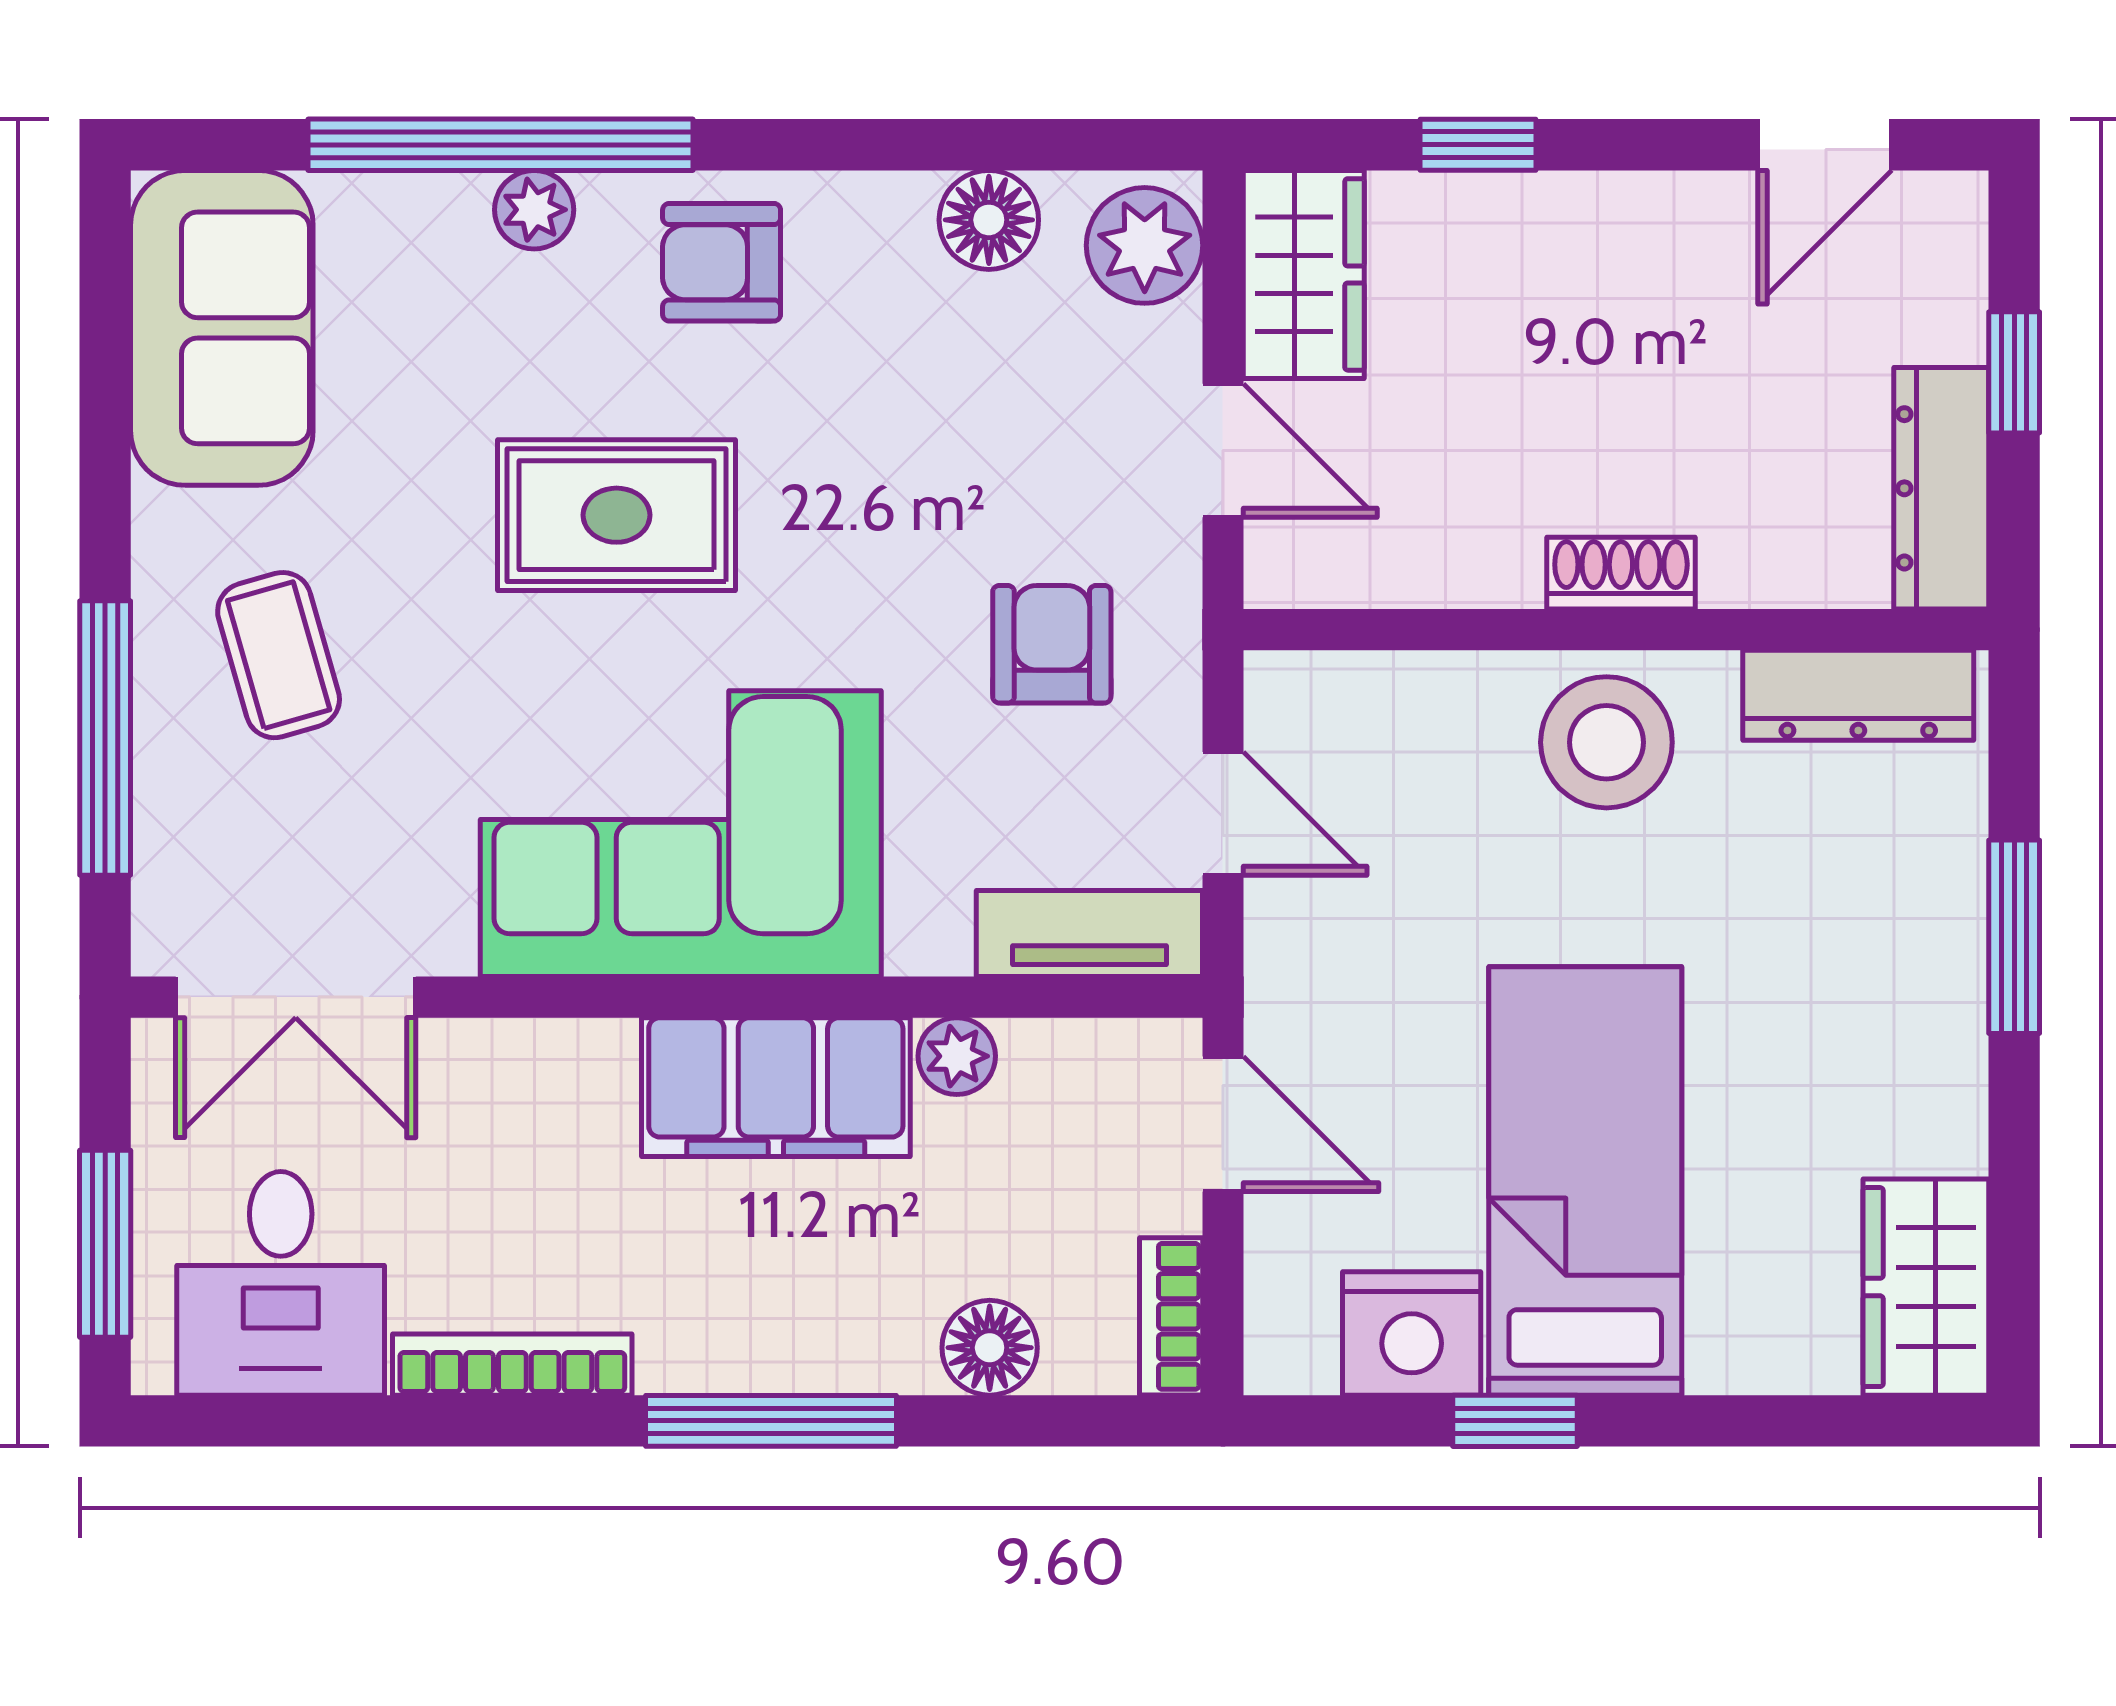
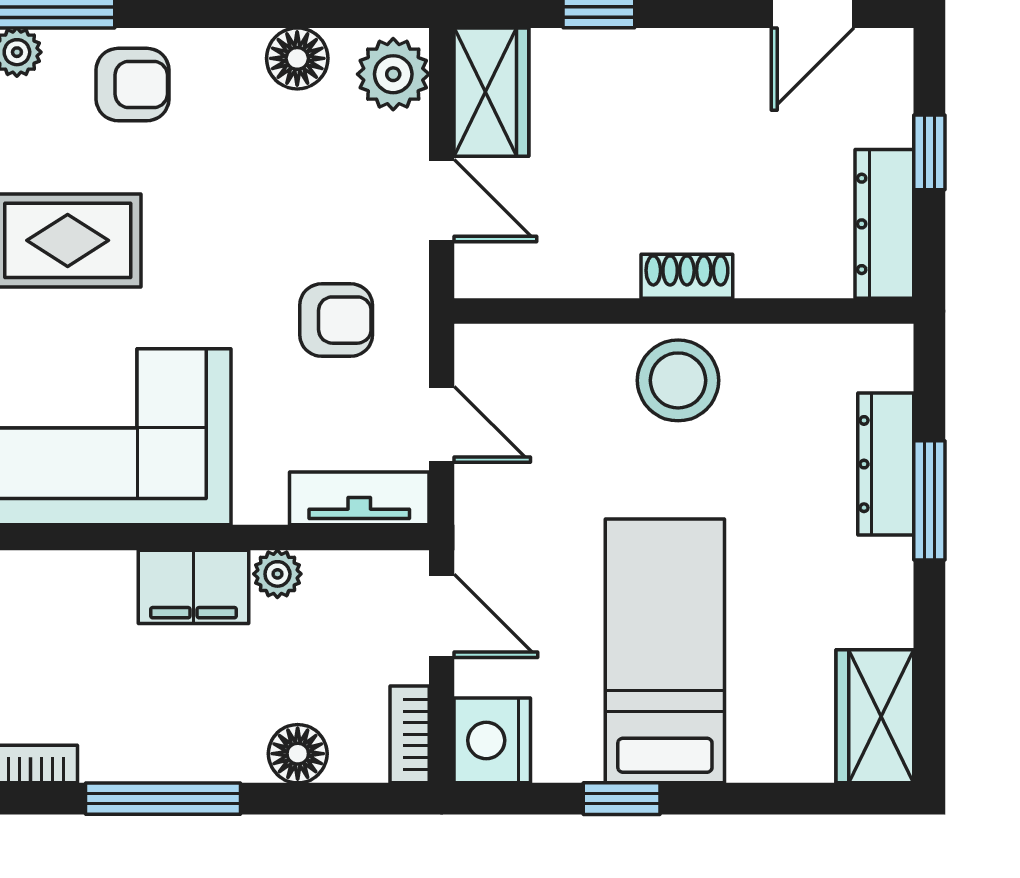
armchair: (722, 262) -> (132, 85), turned 180
armchair: (1052, 644) -> (336, 320), turned 90
dresser: (1858, 695) -> (886, 464), moved, turned 90
filing cabinet: (776, 1087) -> (194, 587), width x0.67, depth x0.86
nightstand: (1412, 1333) -> (492, 740), moved, turned 90

